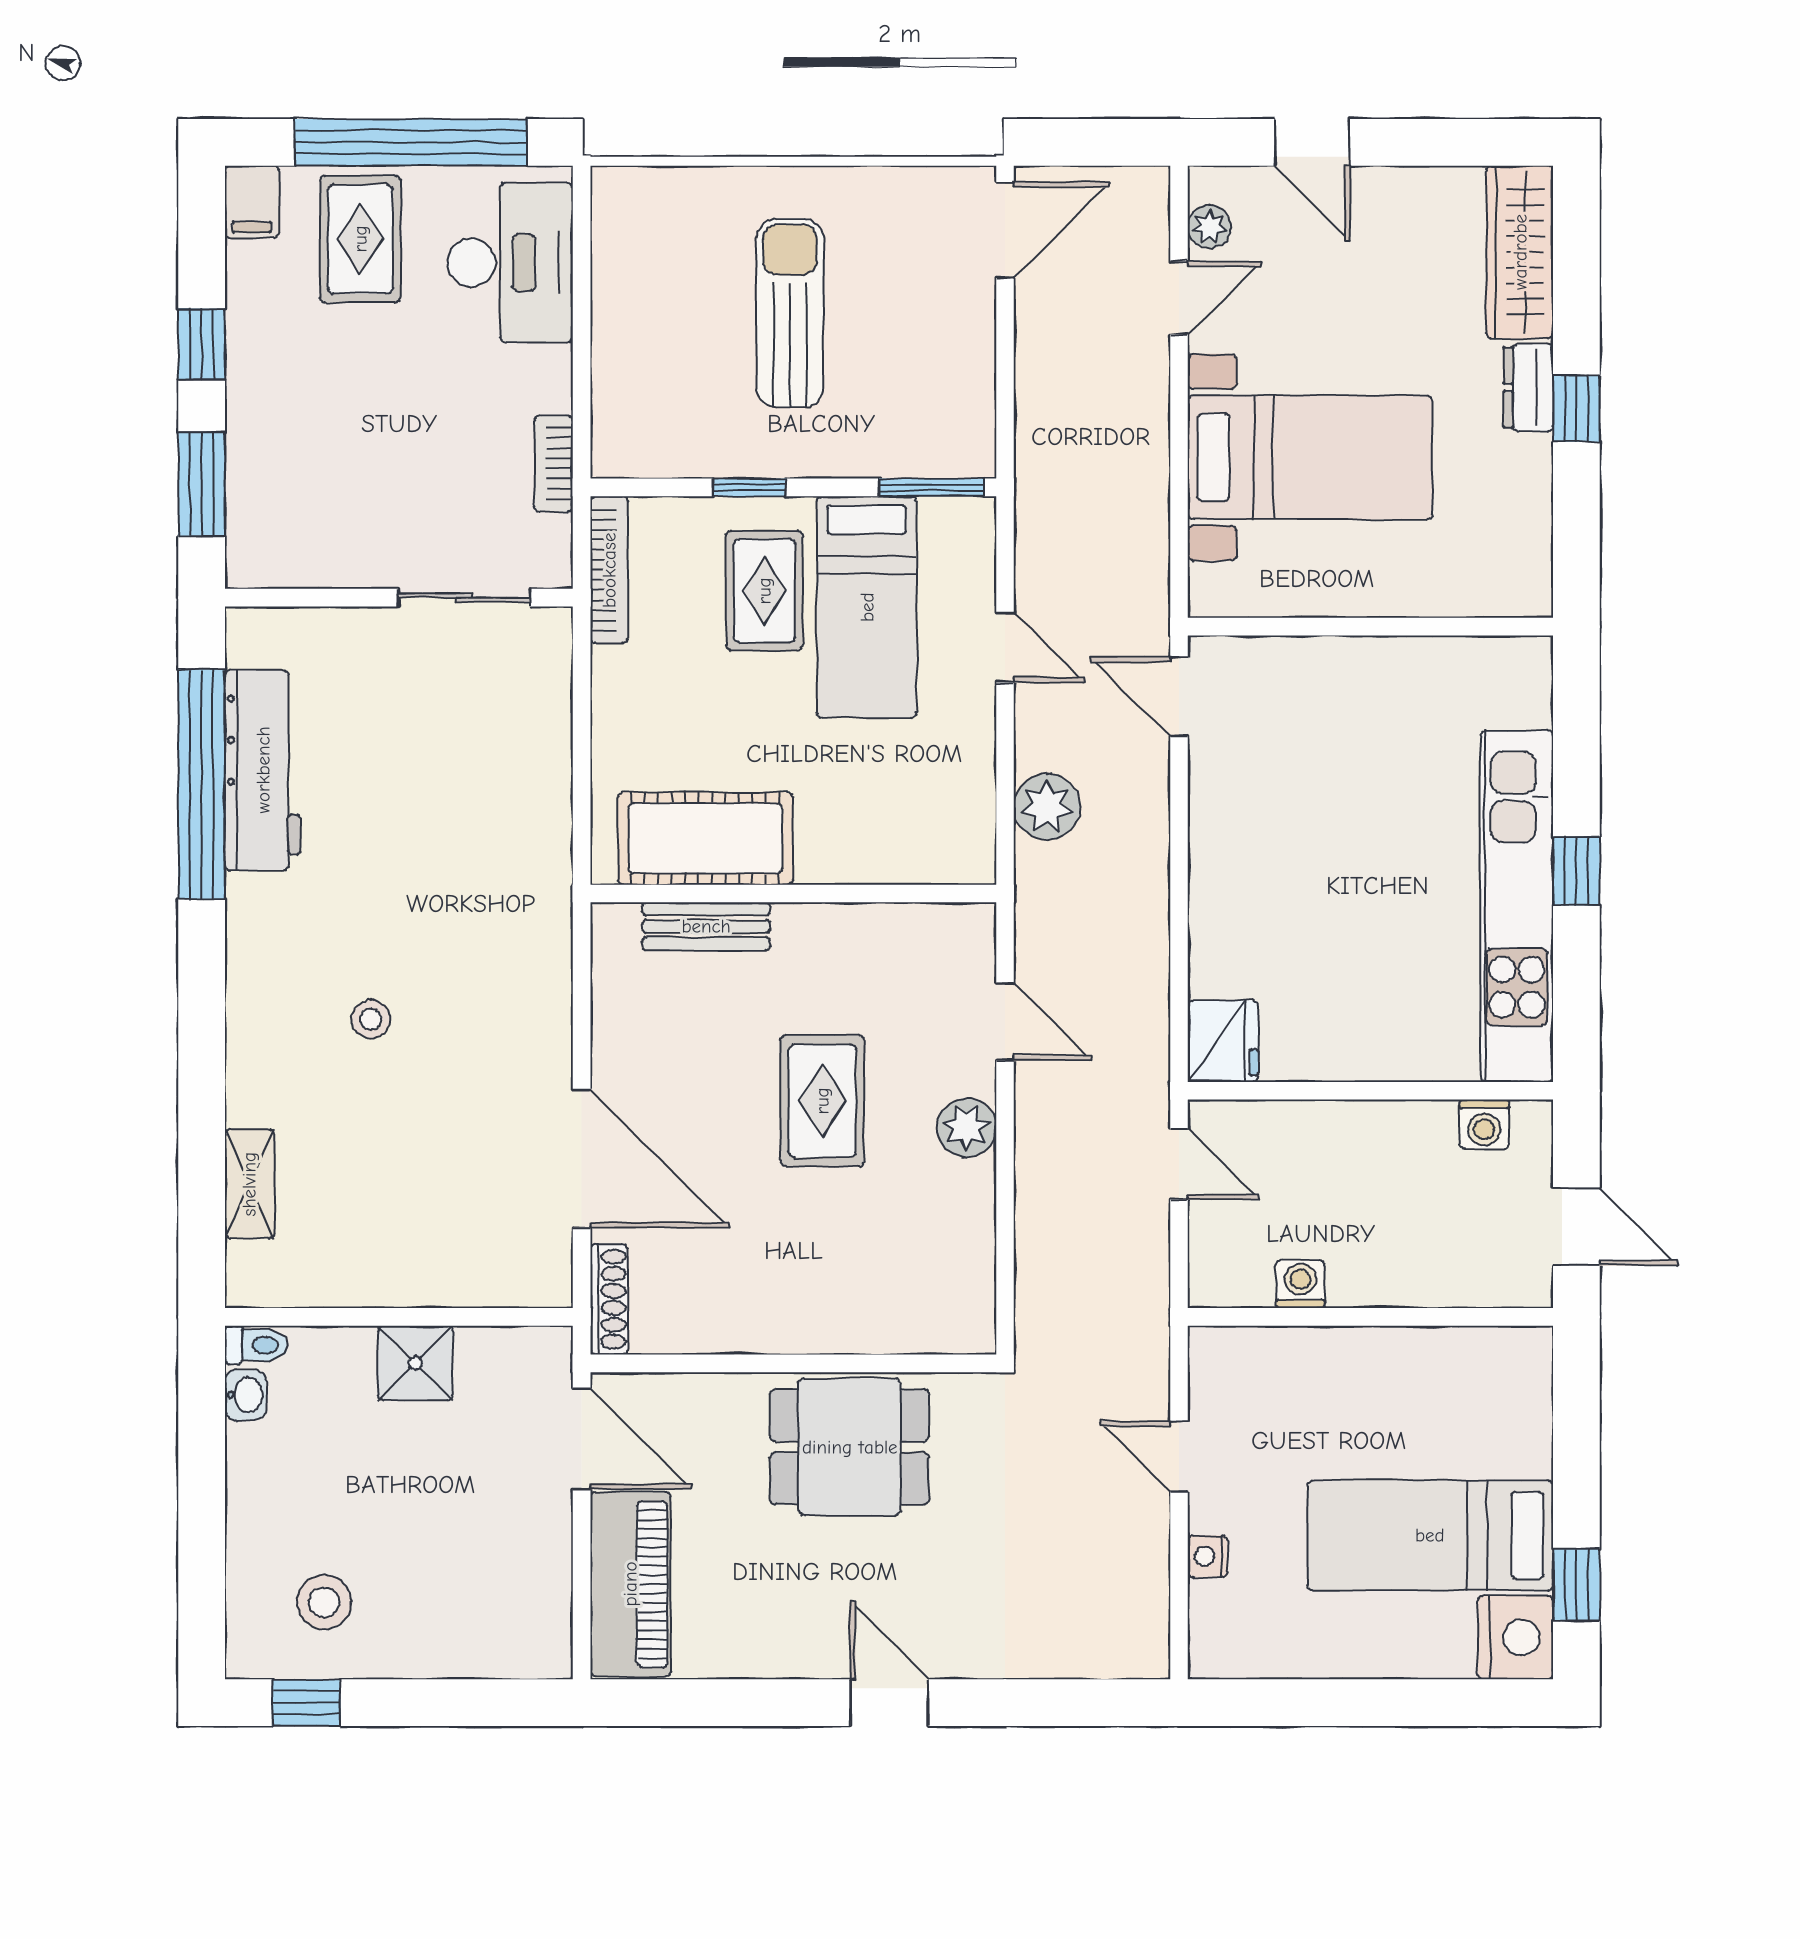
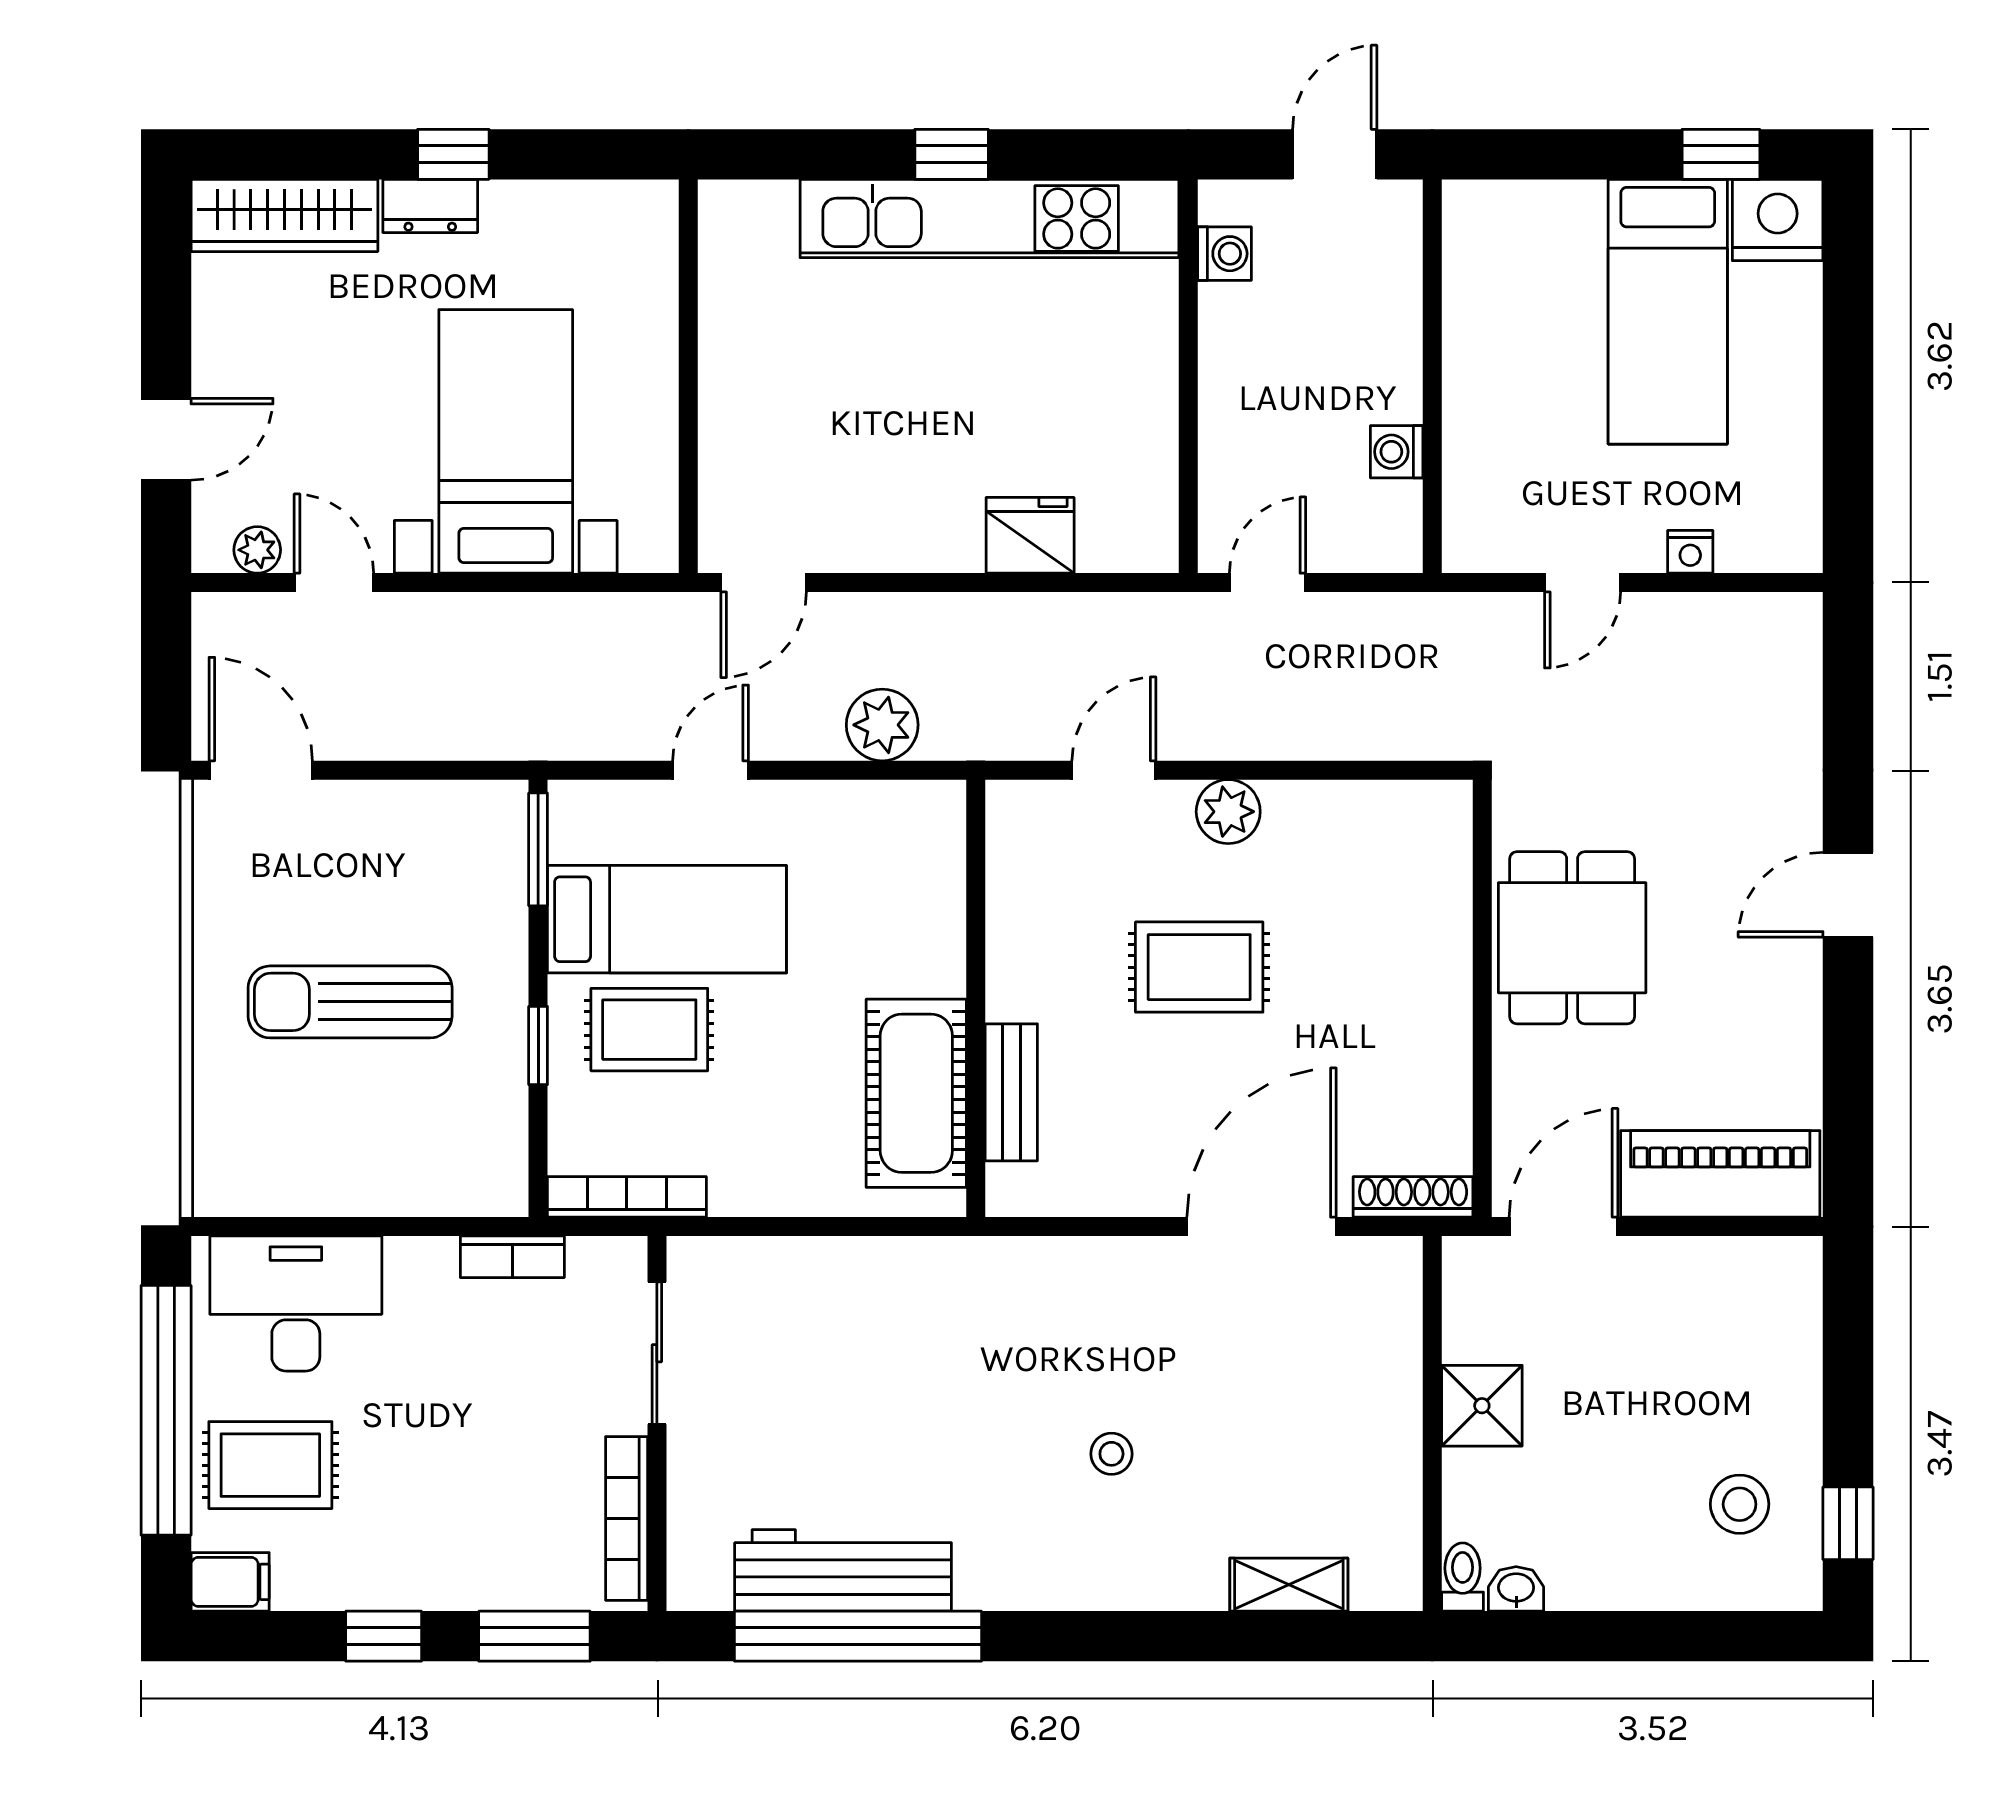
bookcase: (311, 570) -> (627, 1518), added
fridge: (1223, 1041) -> (1030, 535), moved

